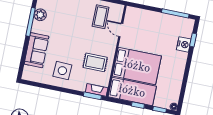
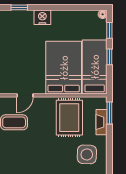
nightstand: (184, 44) -> (42, 17), moved
rug: (95, 62) -> (69, 118), width x1.36, depth x1.43
fireplace: (97, 90) -> (101, 122), moved

